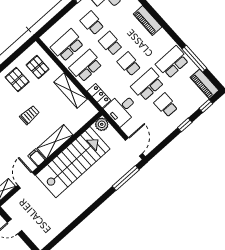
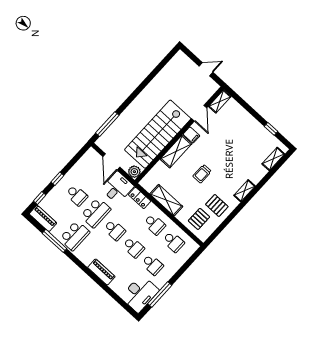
school desk: (67, 45) -> (173, 242), width x0.54
school desk: (86, 66) -> (155, 224), width x0.54
pallet: (38, 67) -> (199, 219), turned 90
door: (134, 147) -> (111, 162), moved

